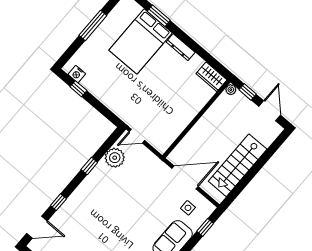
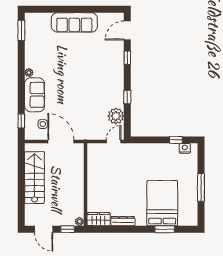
dresser: (181, 47) -> (123, 221), moved
door: (185, 177) -> (61, 142), swing flipped

